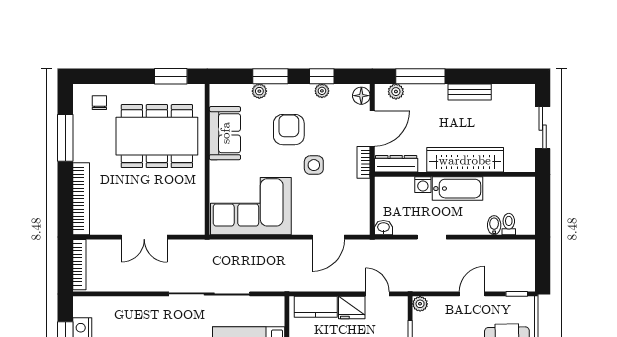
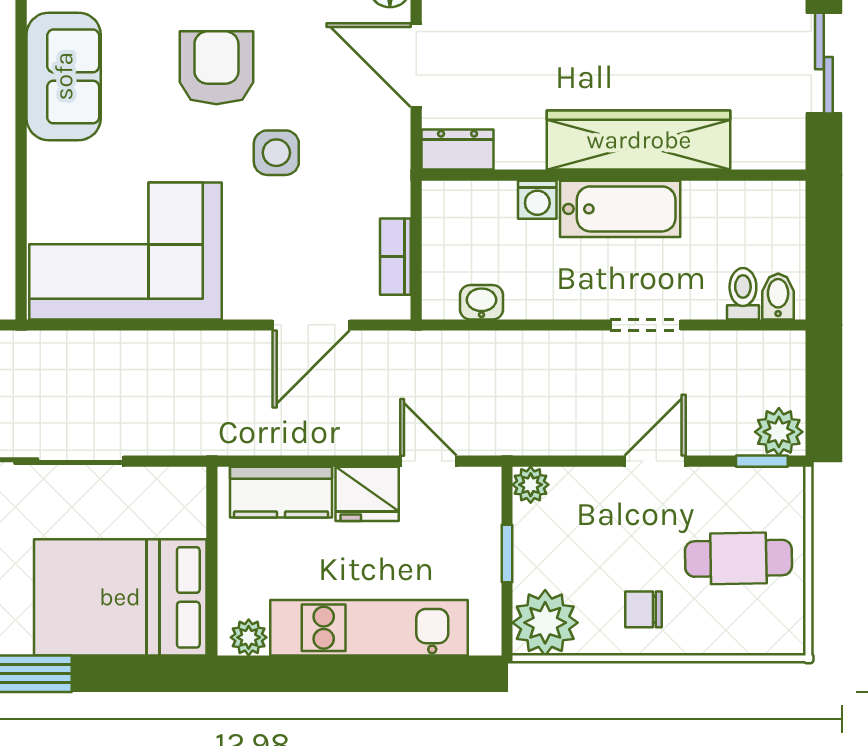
door: (372, 128) -> (416, 65), swing flipped
bookcase: (364, 162) -> (395, 257), moved
dresser: (396, 164) -> (458, 150), width x0.70
bidet: (494, 225) -> (778, 296), moved
washbasin: (383, 228) -> (482, 302), moved
doorway: (432, 237) -> (645, 325), moved
plant: (524, 282) -> (779, 432), added

